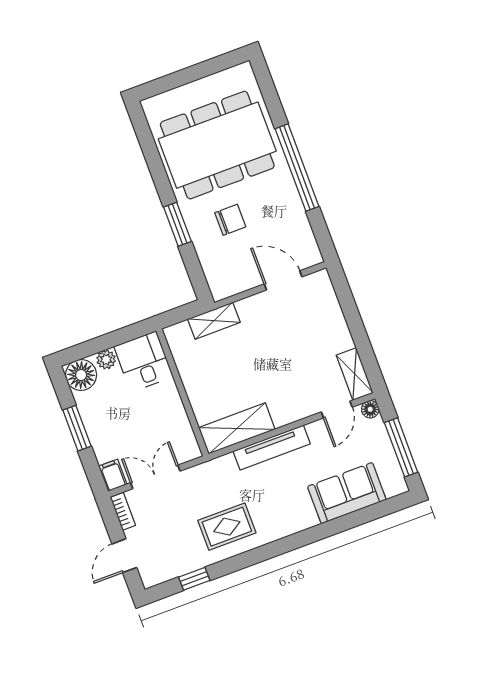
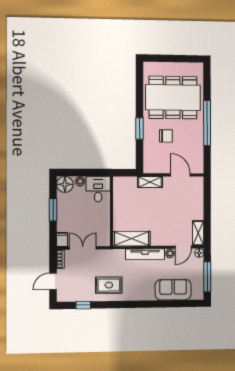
shelving: (214, 321) -> (150, 182), moved
plant: (317, 430) -> (170, 253), added

